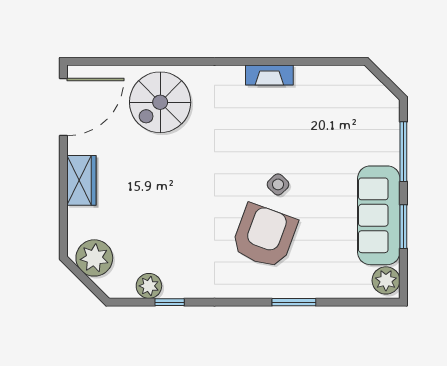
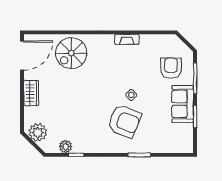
armchair: (356, 132) -> (171, 68), added
sofa: (379, 215) -> (183, 104), width x0.73
armchair: (264, 236) -> (124, 121), turned 92
plant: (386, 280) -> (186, 144), removed

